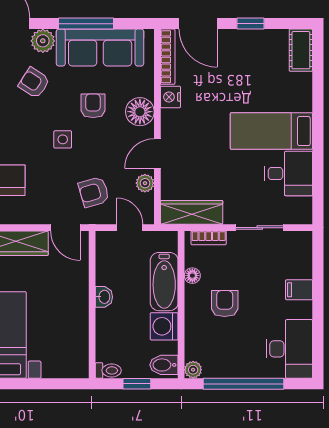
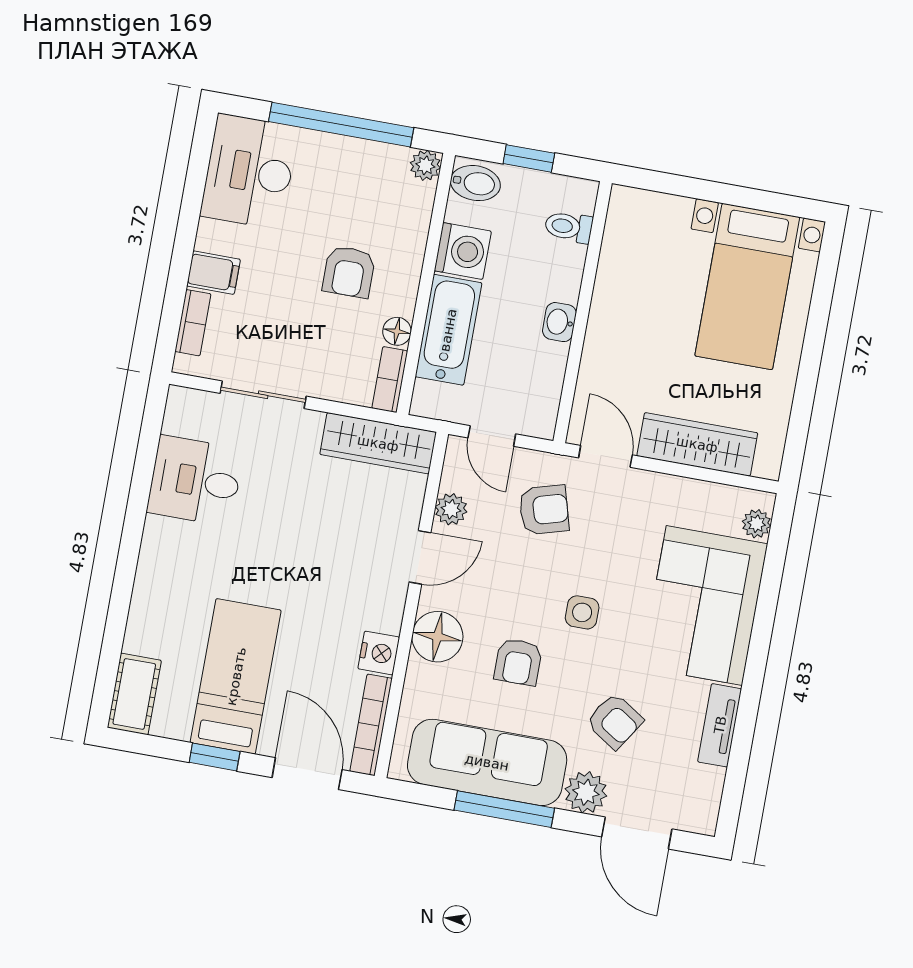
bed: (271, 131) -> (236, 676), moved, turned -90
bookcase: (209, 238) -> (390, 380), moved, turned -90
bookcase: (305, 260) -> (193, 323), added
toilet: (108, 370) -> (569, 227), moved

